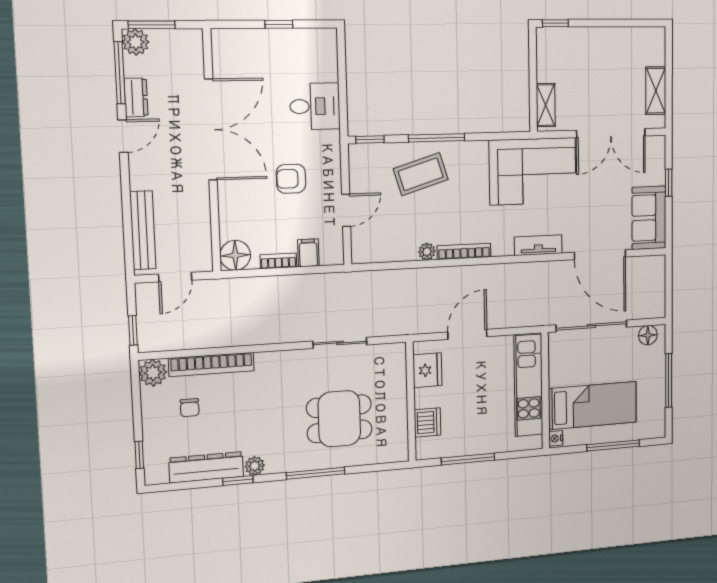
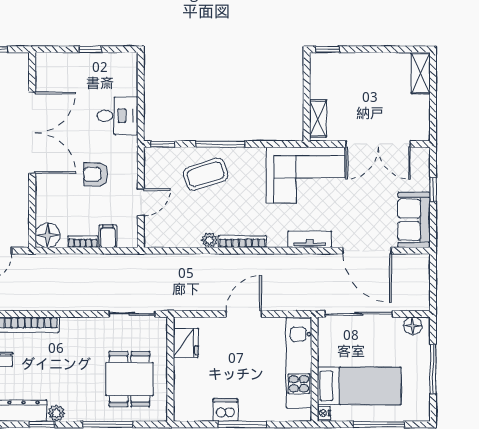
shelving: (656, 91) -> (421, 73), moved
fridge: (427, 370) -> (186, 343), moved
wall: (411, 402) -> (170, 369), moved
dining table: (339, 419) -> (129, 379), turned 90
dishwasher: (428, 422) -> (225, 410), moved, turned -90

